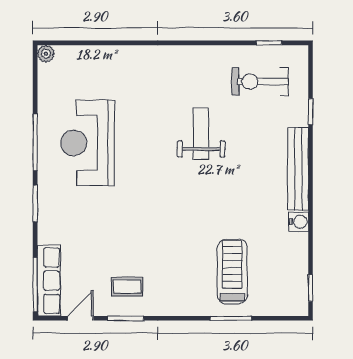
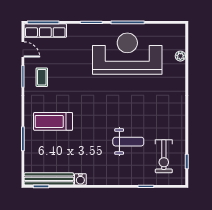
plant: (46, 54) -> (180, 56), moved
exercise bike: (260, 82) -> (164, 156), turned 180
weight bench: (201, 133) -> (128, 142), moved
reception desk: (88, 143) -> (127, 54), width x1.36, depth x1.30
bench: (298, 169) -> (49, 179), moved
treadmill: (232, 271) -> (53, 121), moved, turned 180

